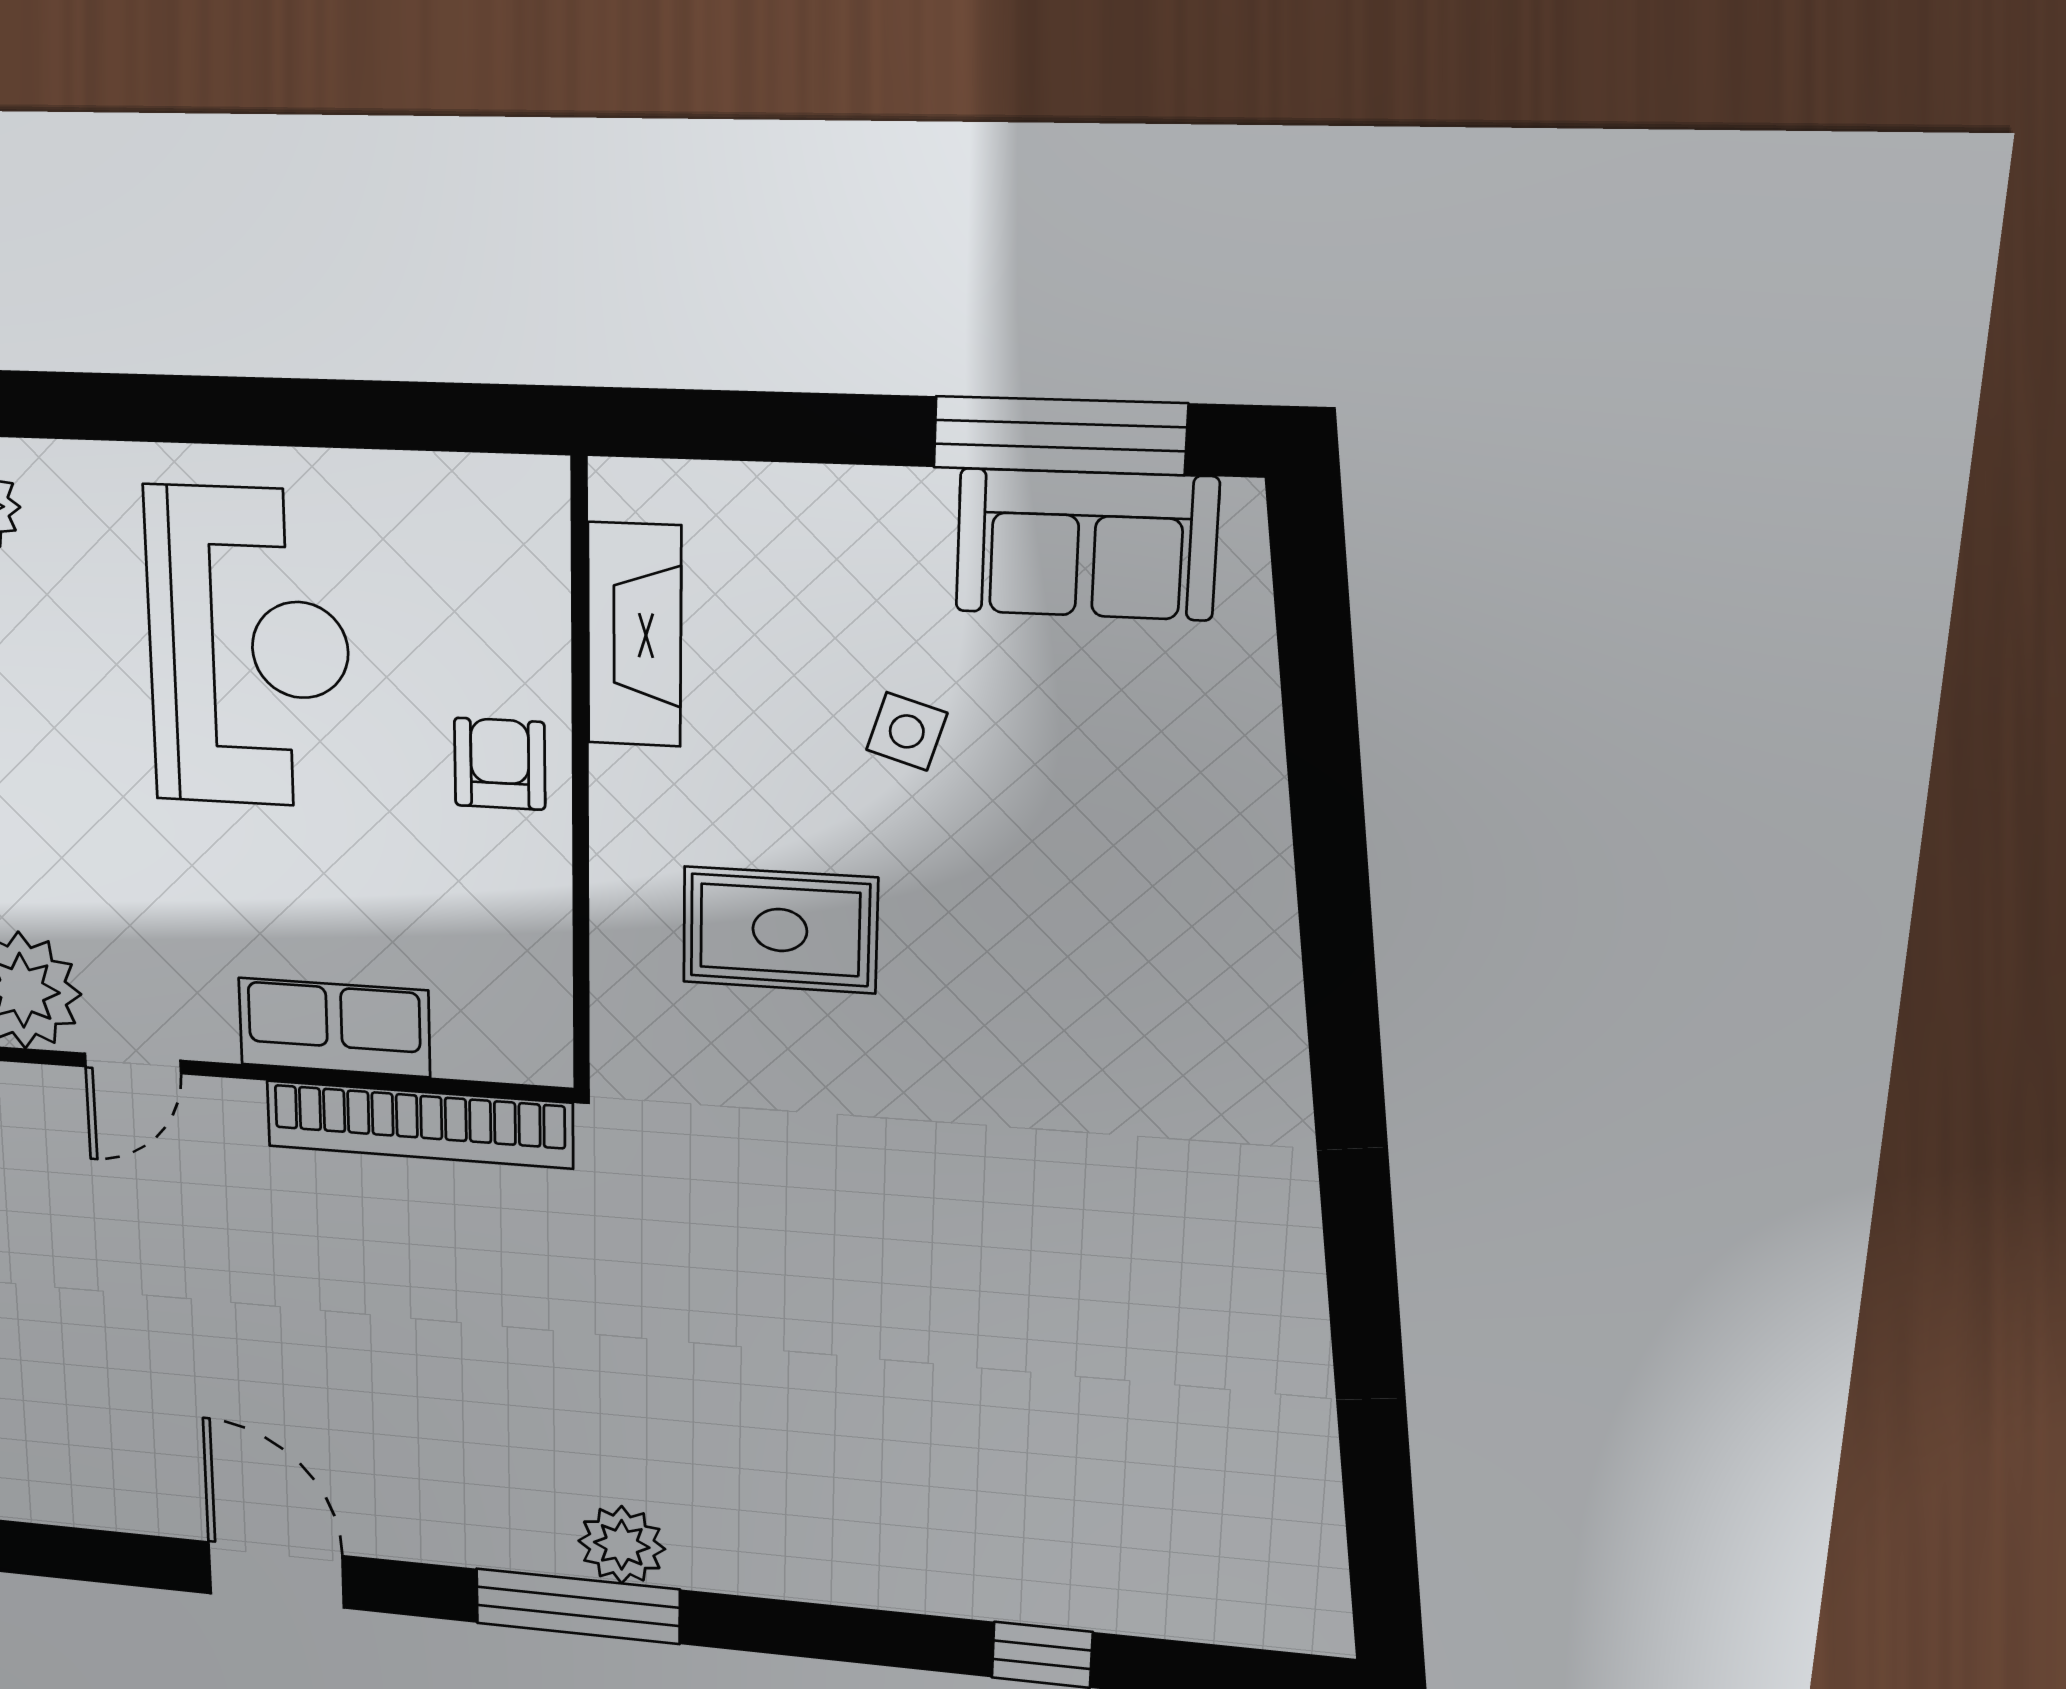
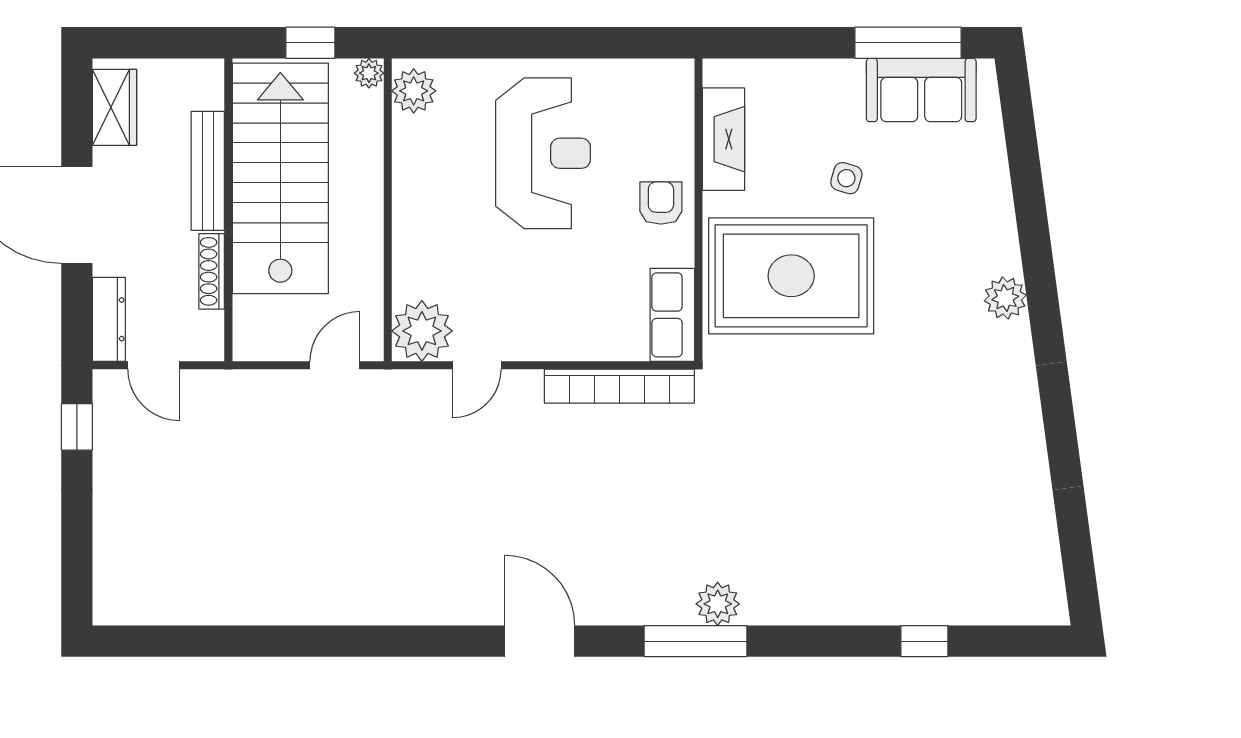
rug: (780, 930) -> (791, 276), width x1.86, depth x2.06
plant: (1256, 1006) -> (1005, 298), added
row of seats: (334, 1028) -> (672, 315), moved, turned -90

